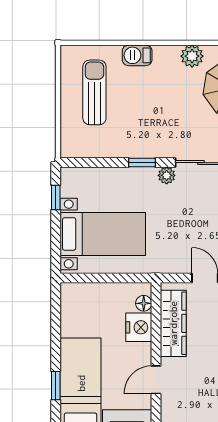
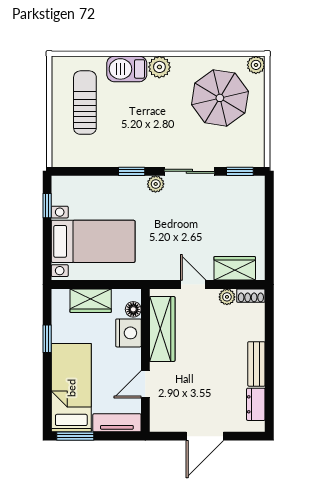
barbecue: (137, 55) -> (127, 69), width x1.38, depth x1.27
plant: (192, 56) -> (159, 67), moved
wardrobe: (100, 294) -> (91, 301), added
window: (56, 386) -> (47, 339), moved

